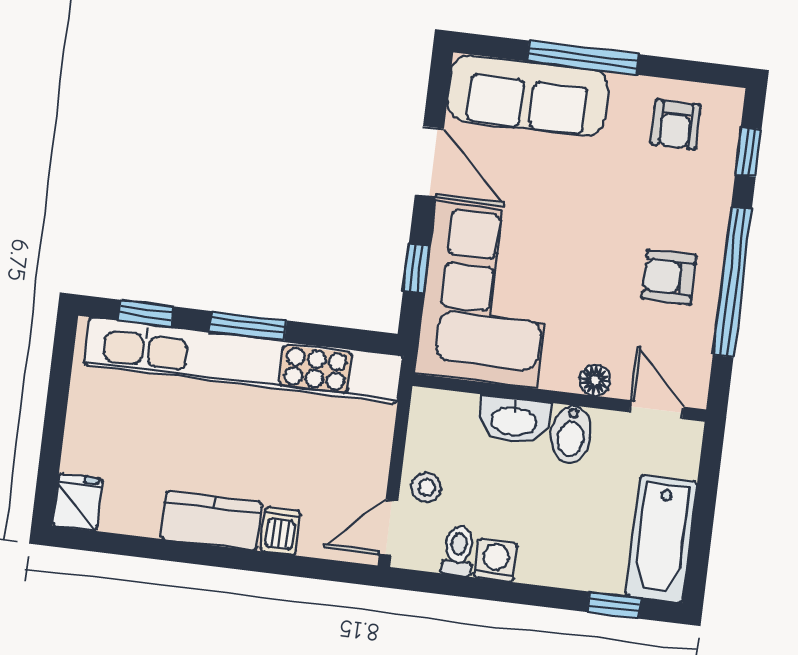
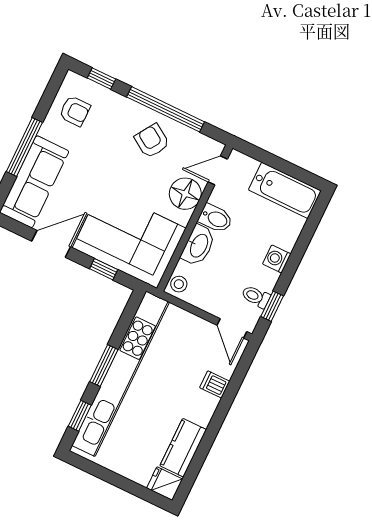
armchair: (669, 277) -> (152, 141), turned 123
floor lamp: (595, 380) -> (185, 194), width x1.89, depth x1.89
stool: (426, 487) -> (179, 284), moved
kitchen counter: (211, 521) -> (183, 448), moved
washing machine: (496, 560) -> (277, 259), moved
window: (614, 605) -> (272, 306), moved

